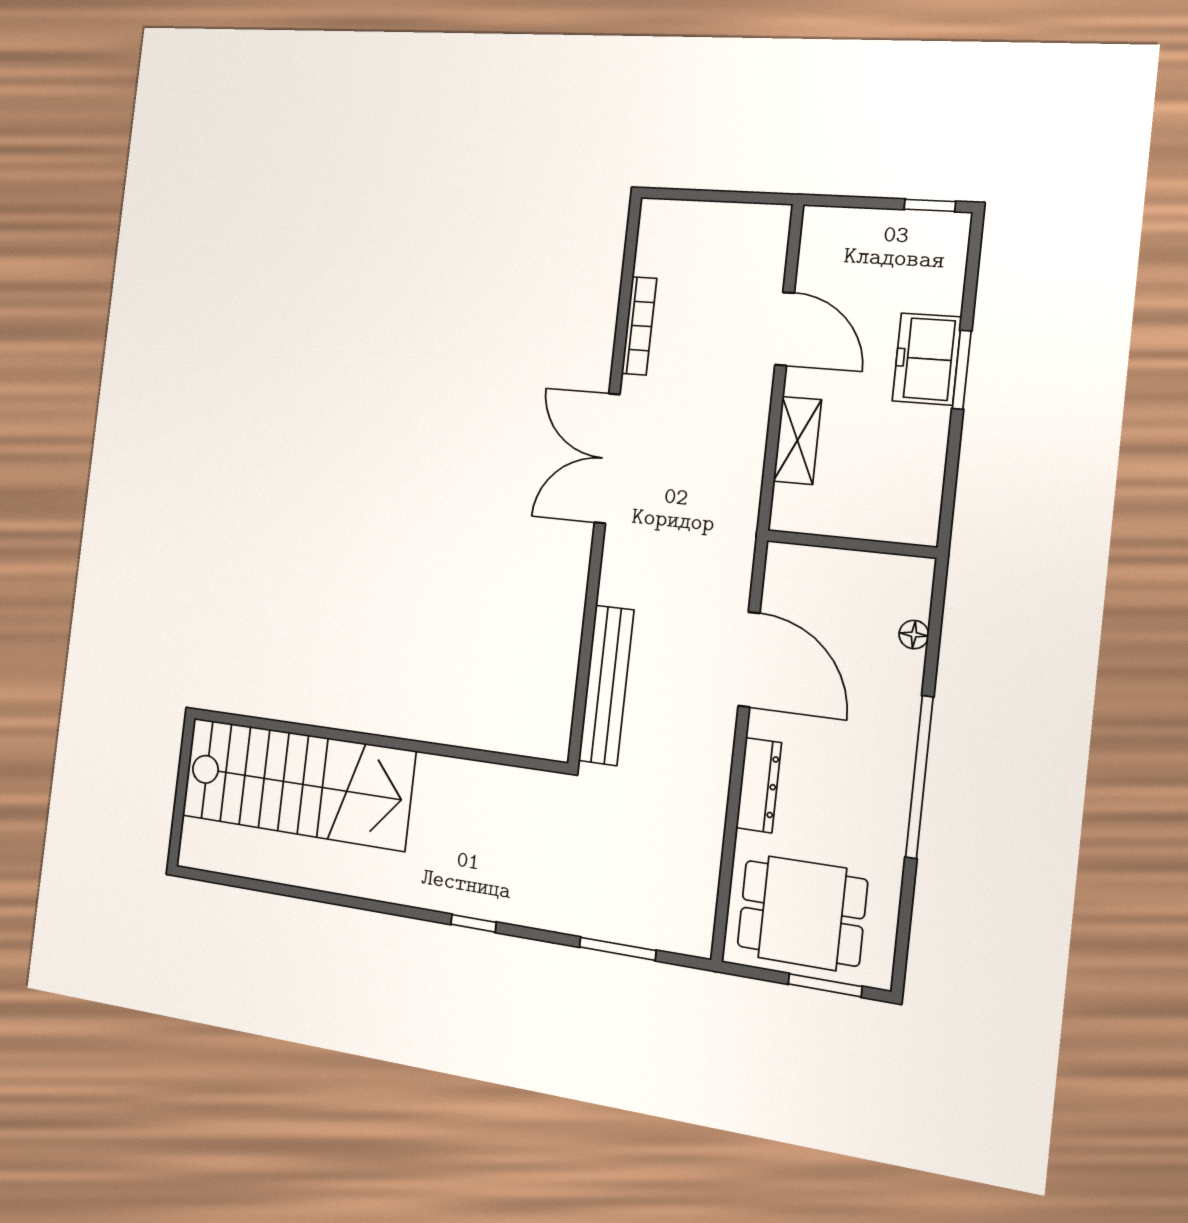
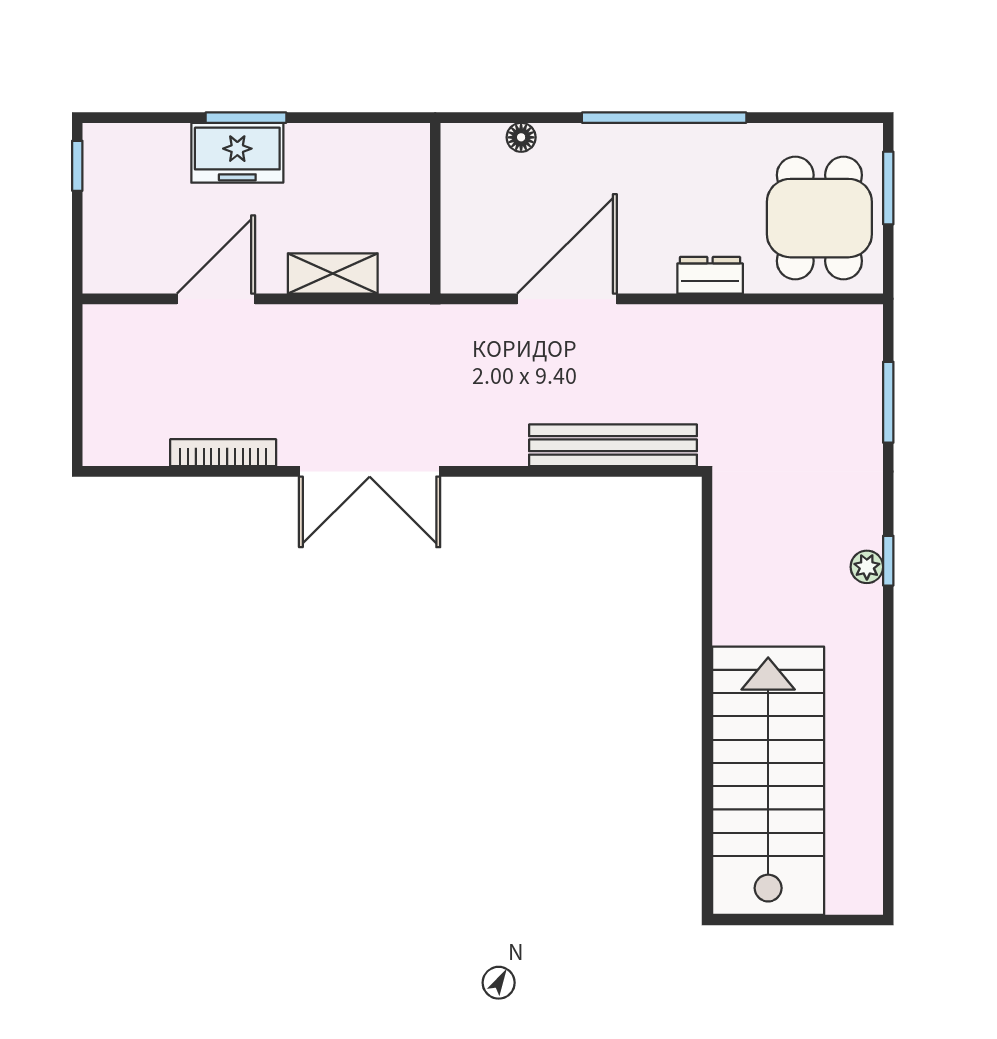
dresser: (759, 785) -> (710, 275), width x0.70
plant: (470, 903) -> (867, 567), added

